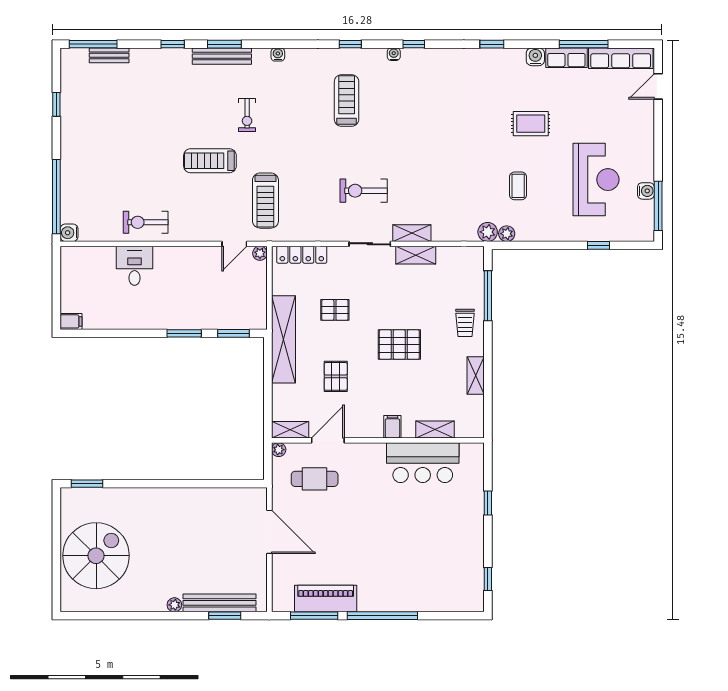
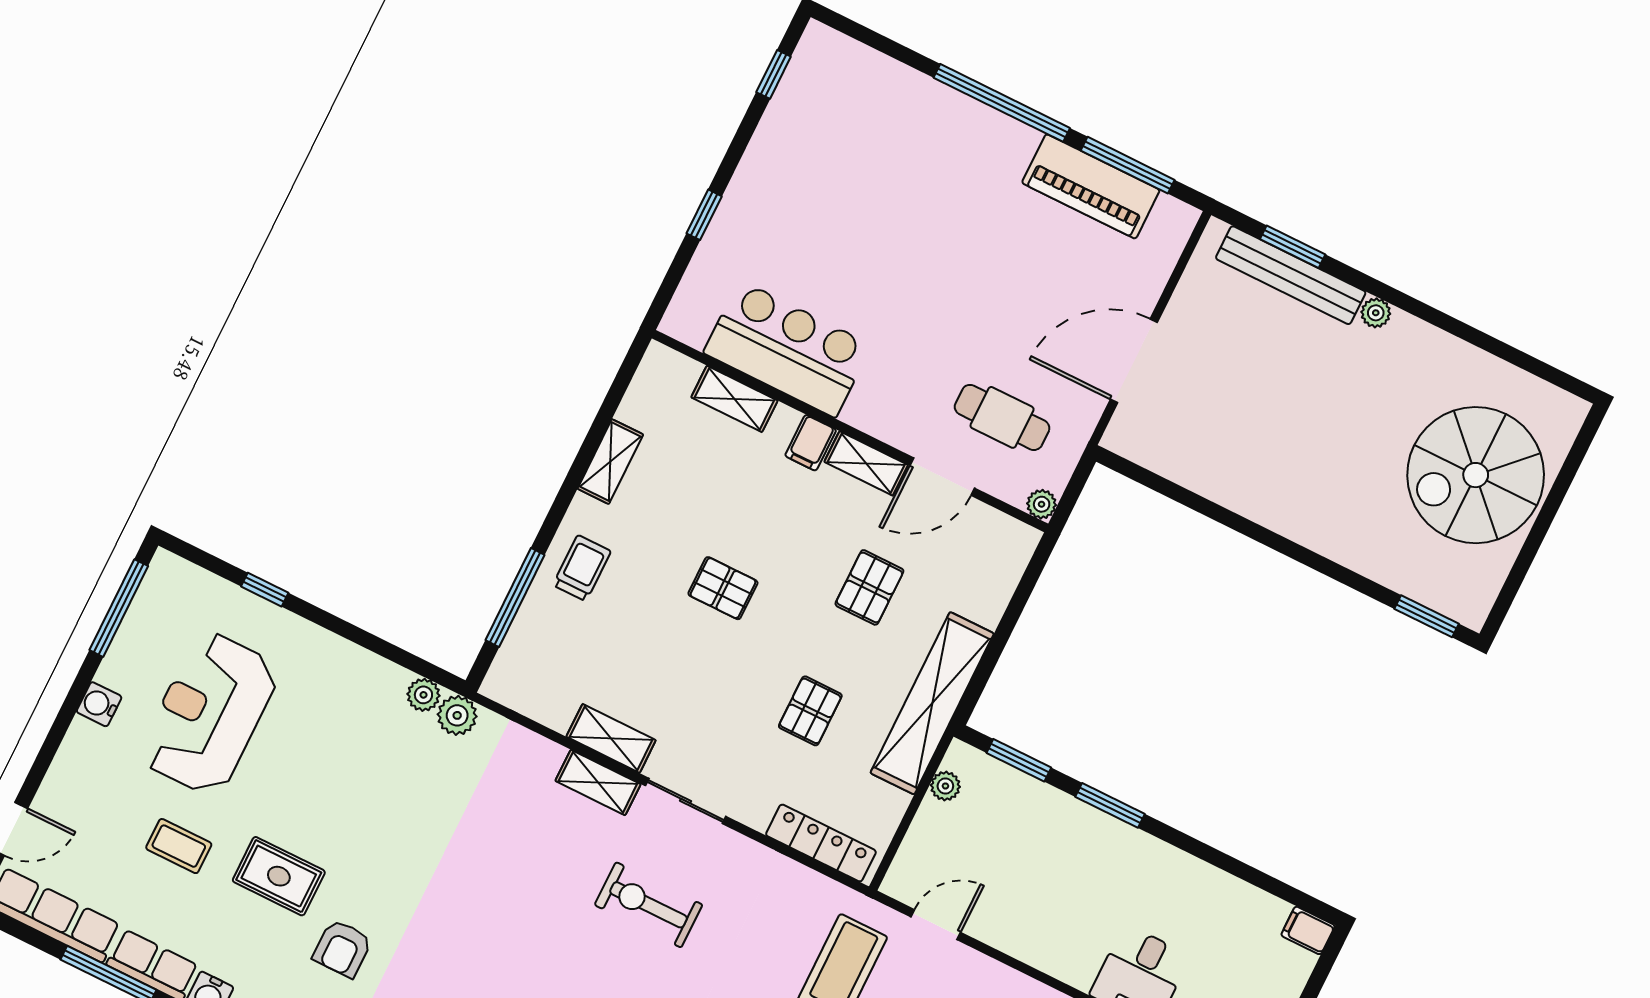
armchair: (487, 106) -> (342, 948), added
coffee table: (518, 186) -> (179, 846), moved, turned 90
exercise bike: (364, 191) -> (648, 905), turned 180
water cooler: (646, 191) -> (99, 704), moved
plant: (260, 253) -> (945, 786), moved
pallet: (335, 310) -> (810, 711), turned 90
pallet: (399, 345) -> (723, 588), width x0.67, depth x0.71
shelving: (290, 430) -> (866, 463), moved
door: (269, 532) -> (1134, 361), hinge flipped

